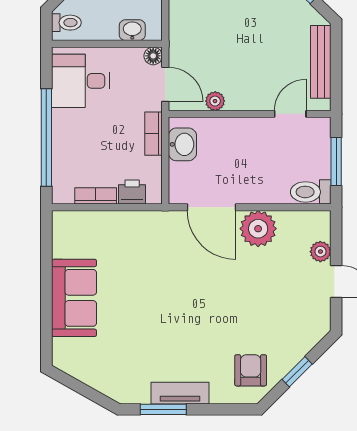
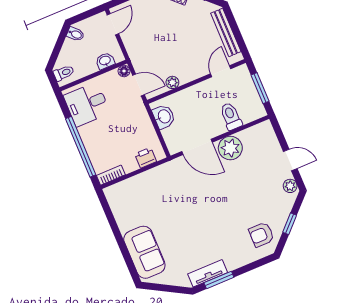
bookcase: (153, 134) -> (144, 117), removed
toilet: (311, 192) -> (231, 116), moved, turned 90
bookcase: (96, 196) -> (111, 175), moved
plant: (320, 252) -> (290, 186), moved
sofa: (74, 298) -> (144, 252), moved
armchair: (251, 370) -> (261, 235), turned -90
tv unit: (180, 393) -> (208, 273), moved

